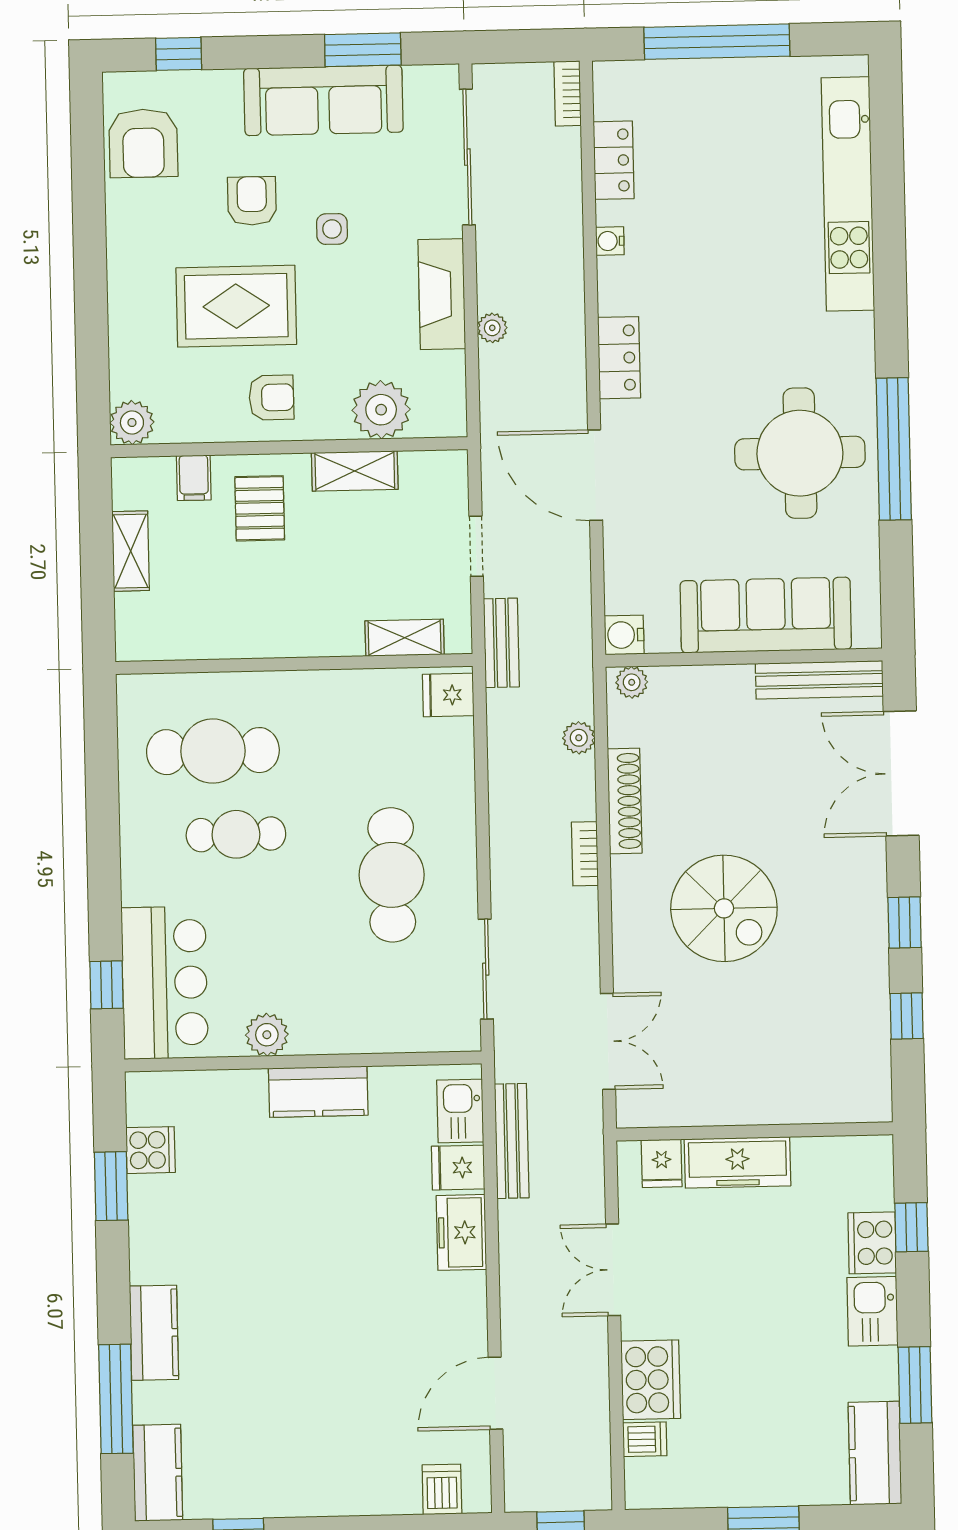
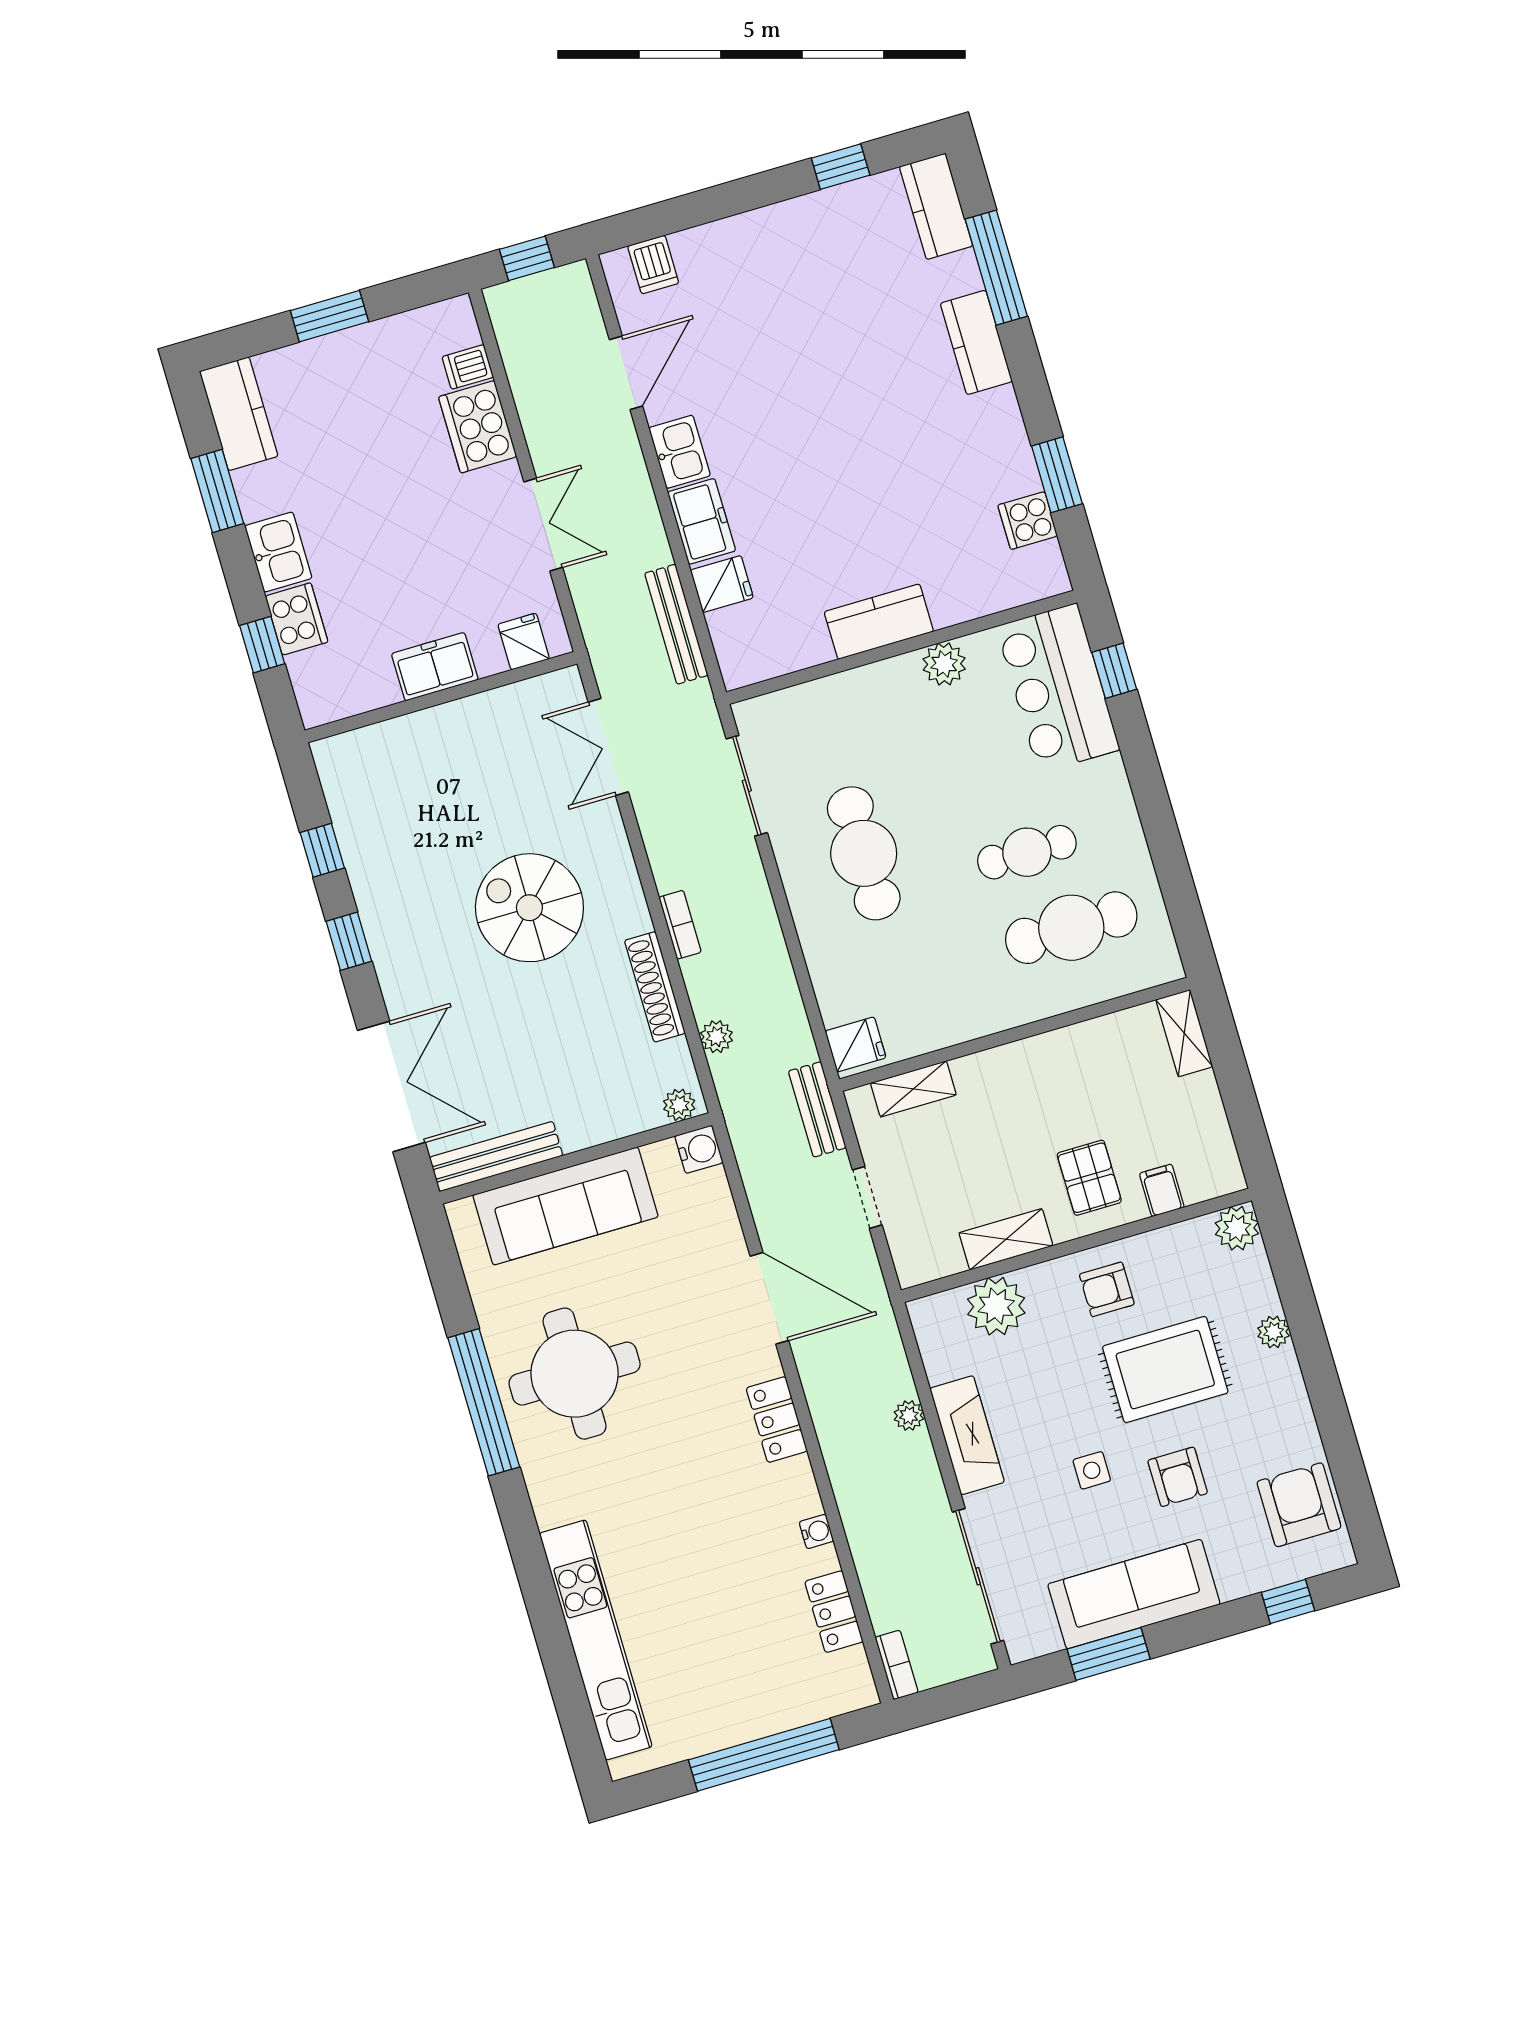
plant: (123, 314) -> (1274, 1332), added
shelving: (131, 551) -> (1184, 1033), moved
kitchen sink: (460, 1111) -> (680, 452), moved
freezer: (738, 1162) -> (435, 667), width x0.71

